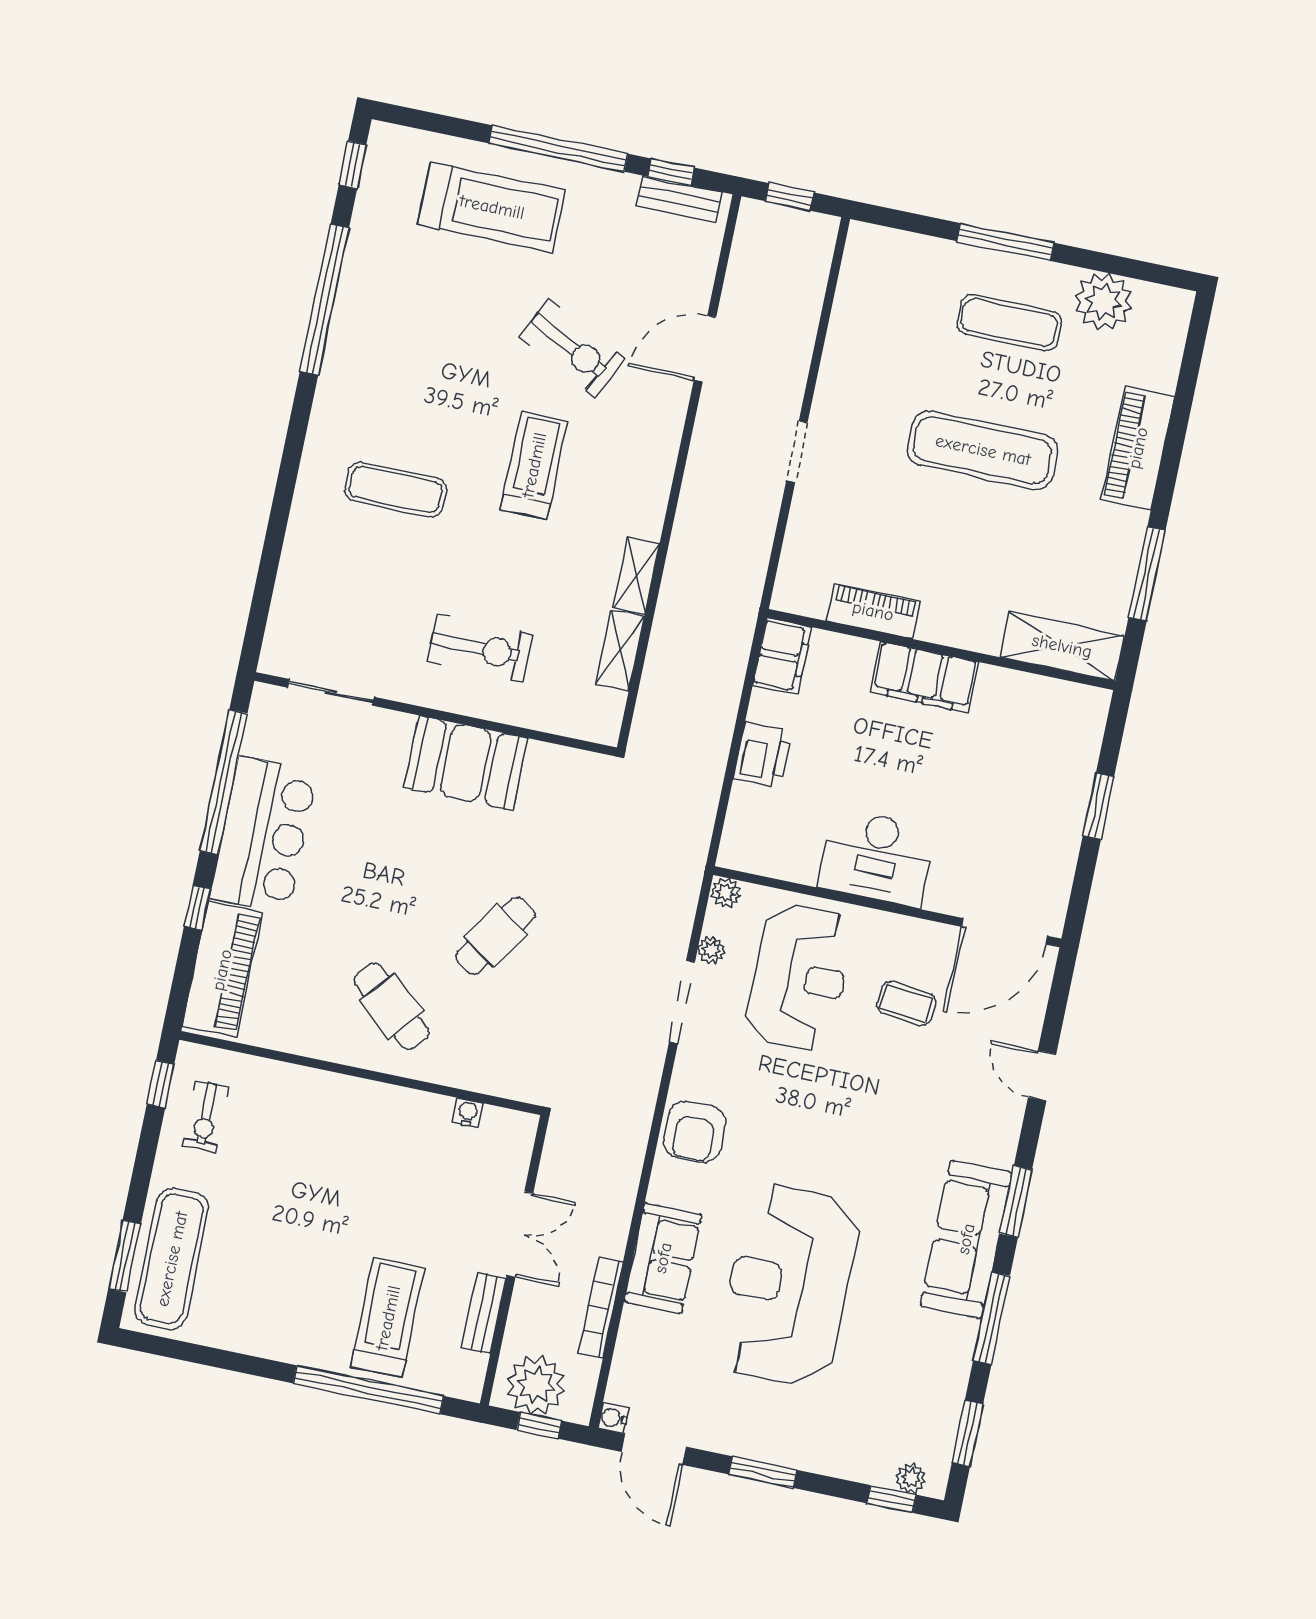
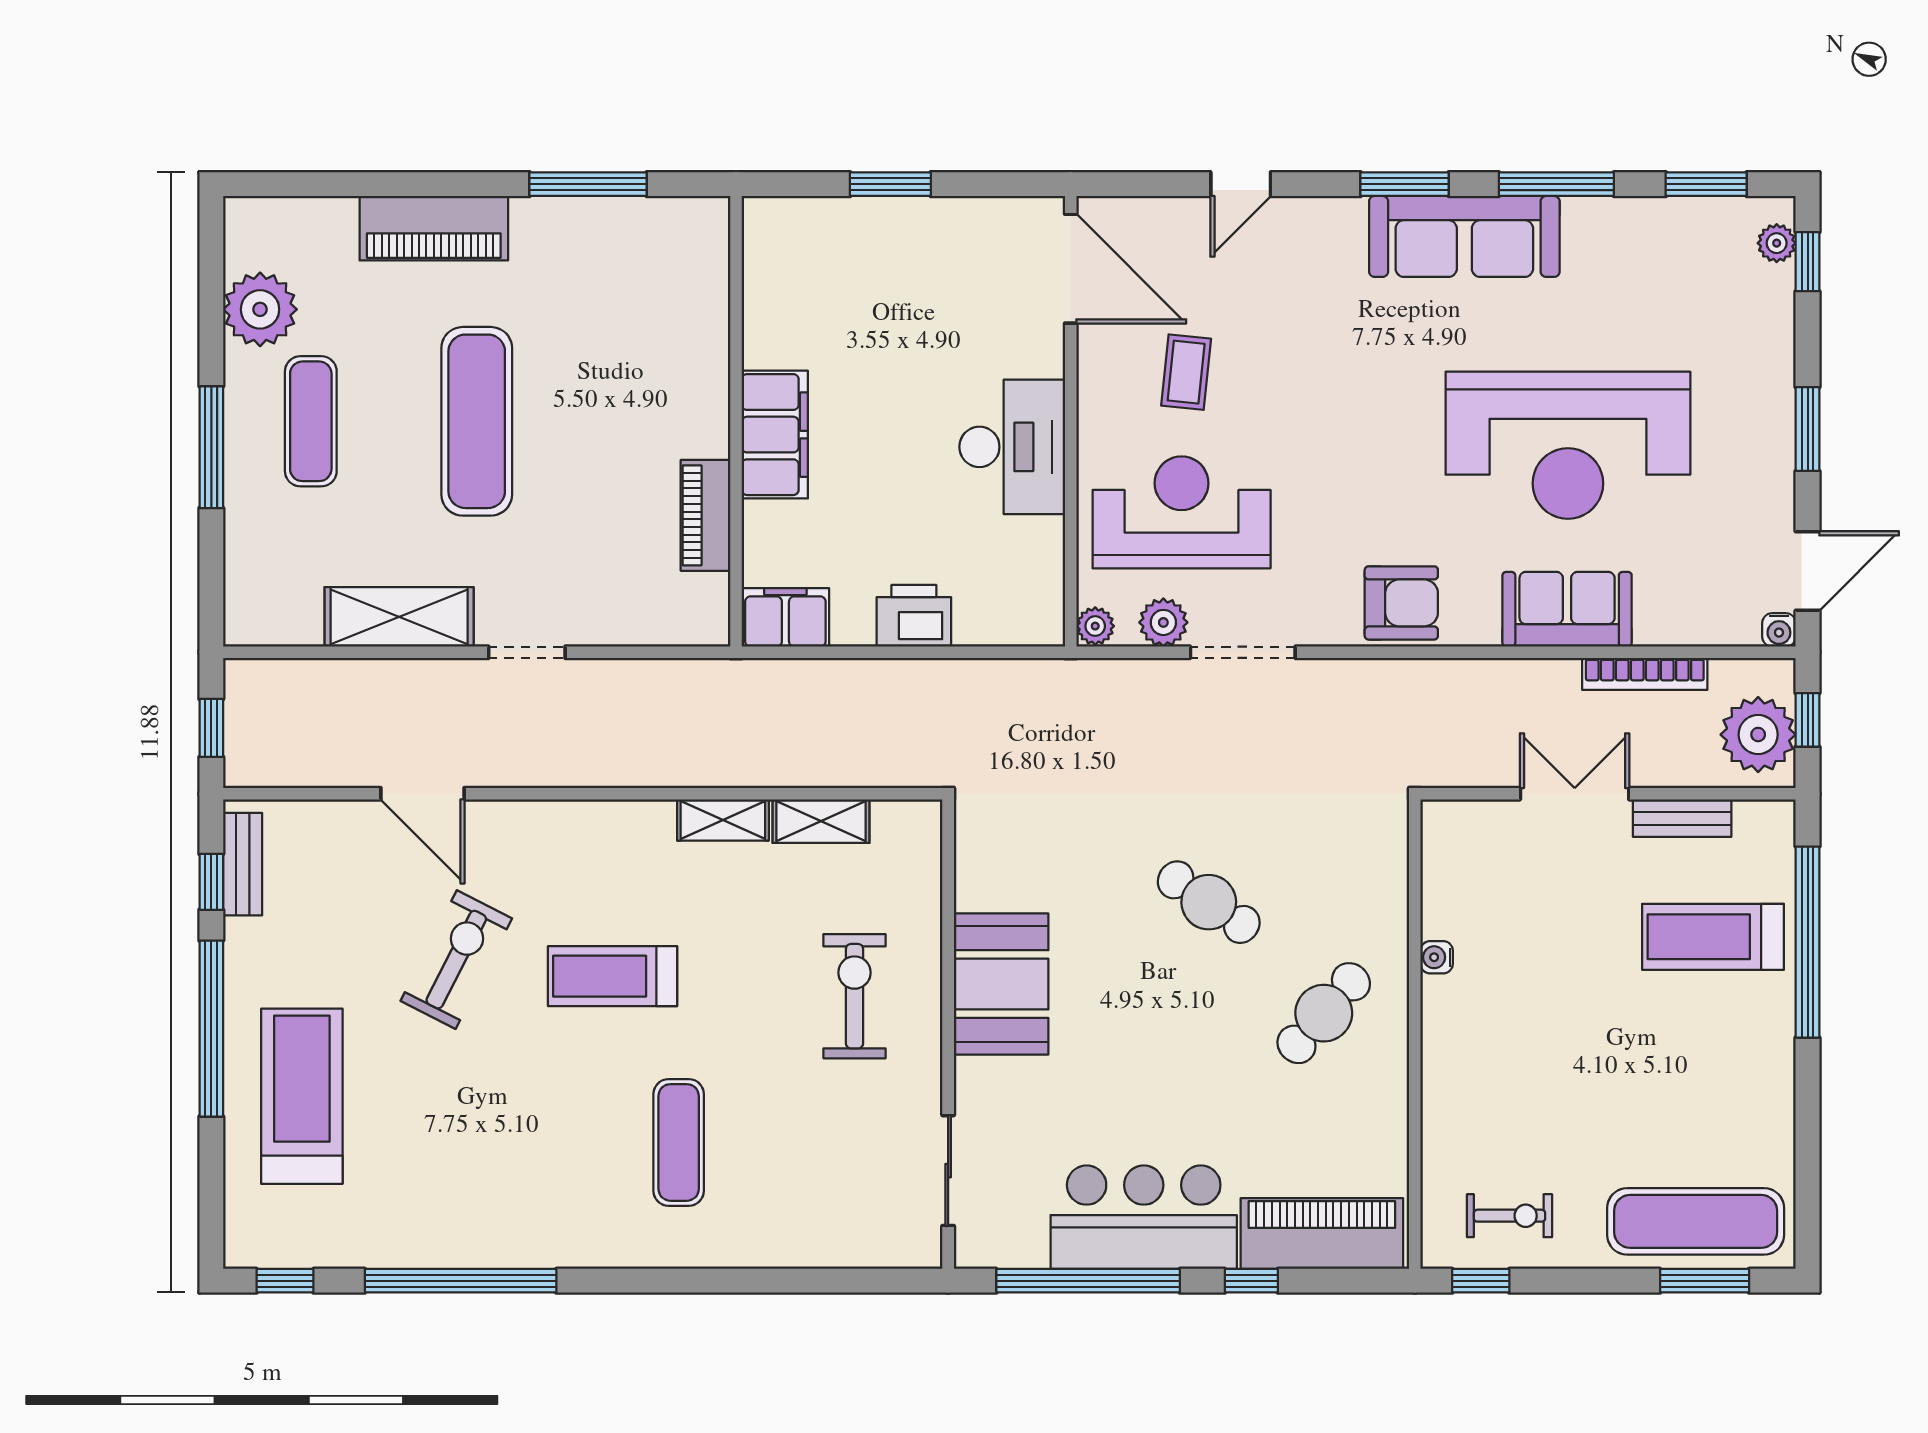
shelving: (1062, 646) -> (399, 617), moved, turned 90
plant: (711, 950) -> (1163, 622), width x1.38, depth x1.38
water cooler: (468, 1113) -> (1437, 957), moved

